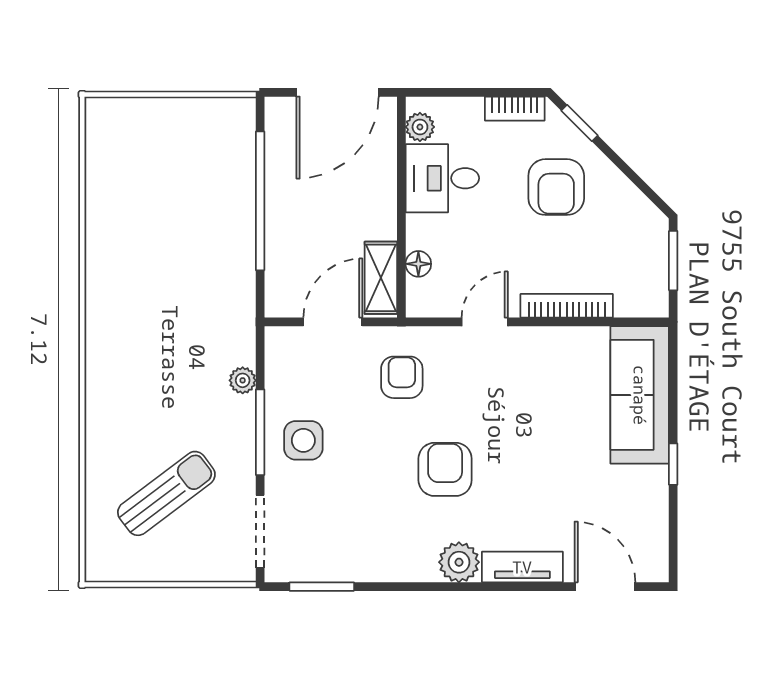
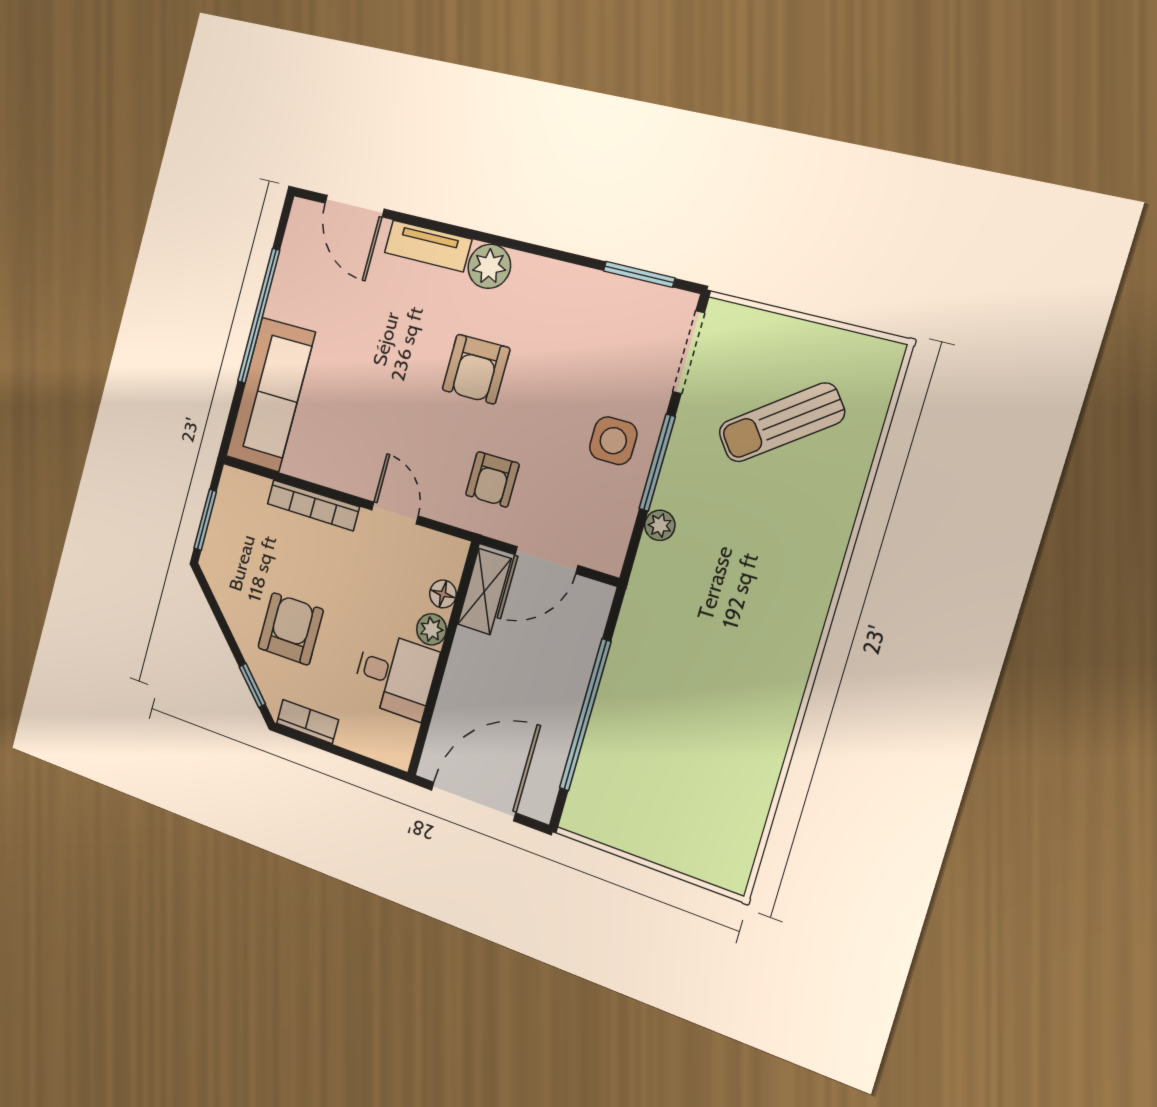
plant: (420, 127) -> (431, 629), moved
door: (485, 322) -> (395, 513), swing flipped
window: (673, 464) -> (259, 316), width x3.17

